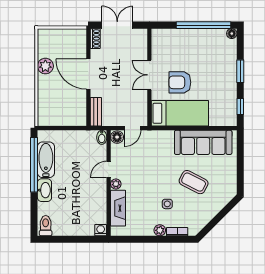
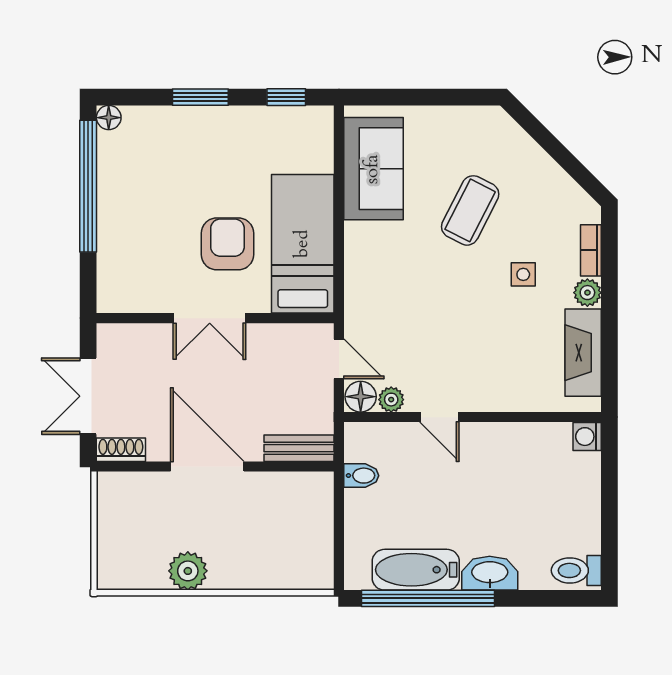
door: (88, 74) -> (207, 467), swing flipped
armchair: (180, 82) -> (227, 244), turned 180
bidet: (102, 137) -> (361, 476), moved
sofa: (203, 142) -> (373, 169), width x0.73
plant: (116, 184) -> (391, 400), moved
fireplace: (118, 208) -> (583, 353), moved, turned -90

